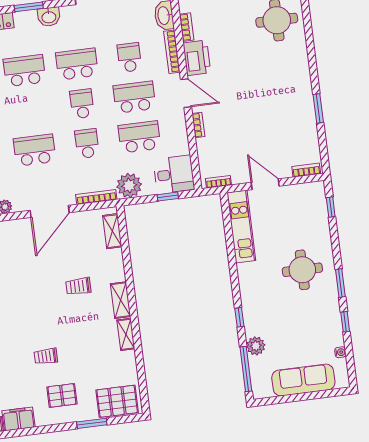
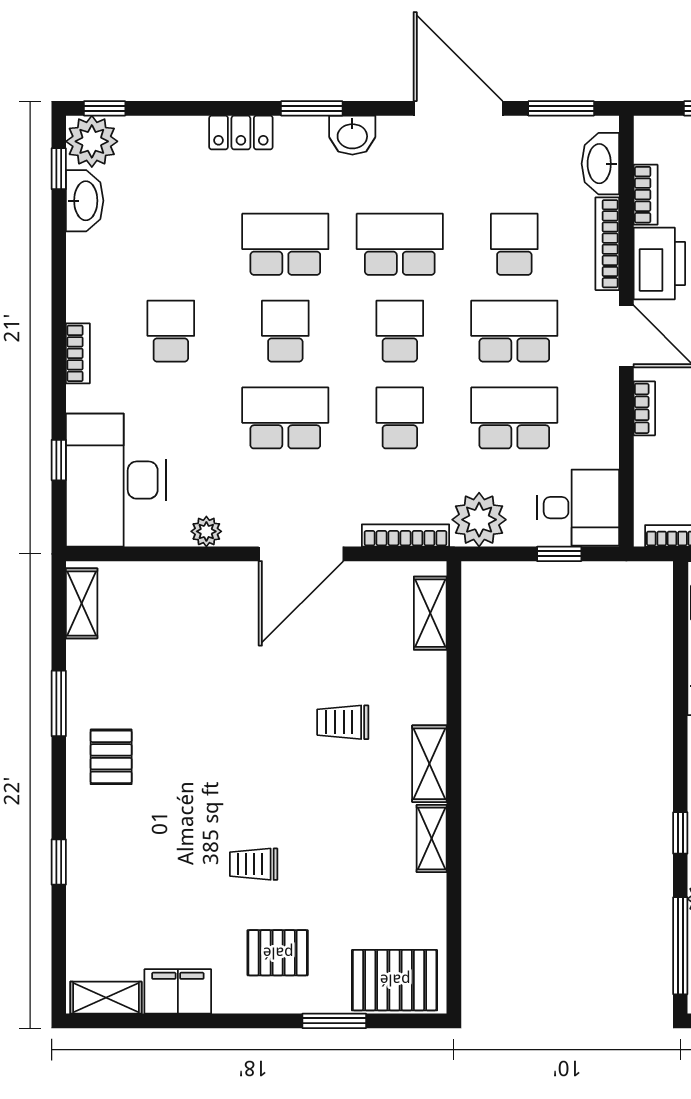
school desk: (29, 110) -> (285, 331), added

